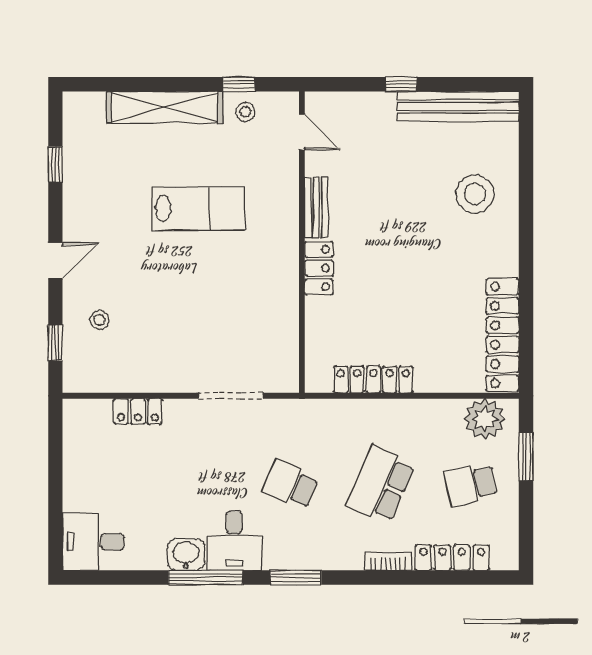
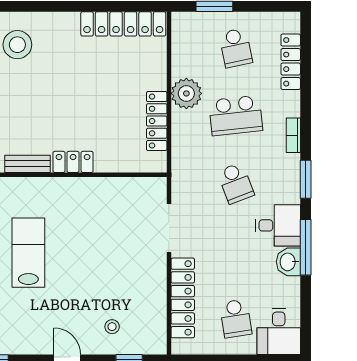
locker: (138, 411) -> (183, 298), width x2.16, depth x1.21
plant: (485, 419) -> (186, 93), moved
school desk: (111, 485) -> (236, 318), added
school desk: (291, 485) -> (236, 183), turned -45
school desk: (381, 485) -> (236, 115), turned -30
bookcase: (388, 561) -> (293, 135), moved

